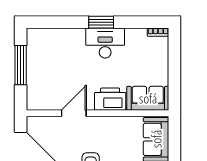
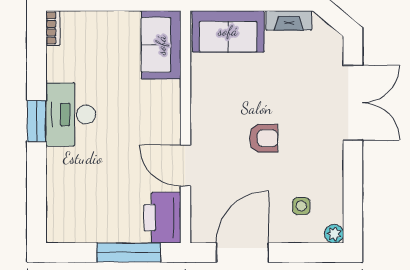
window: (21, 65) -> (129, 252), moved
printer: (110, 99) -> (162, 218), moved

